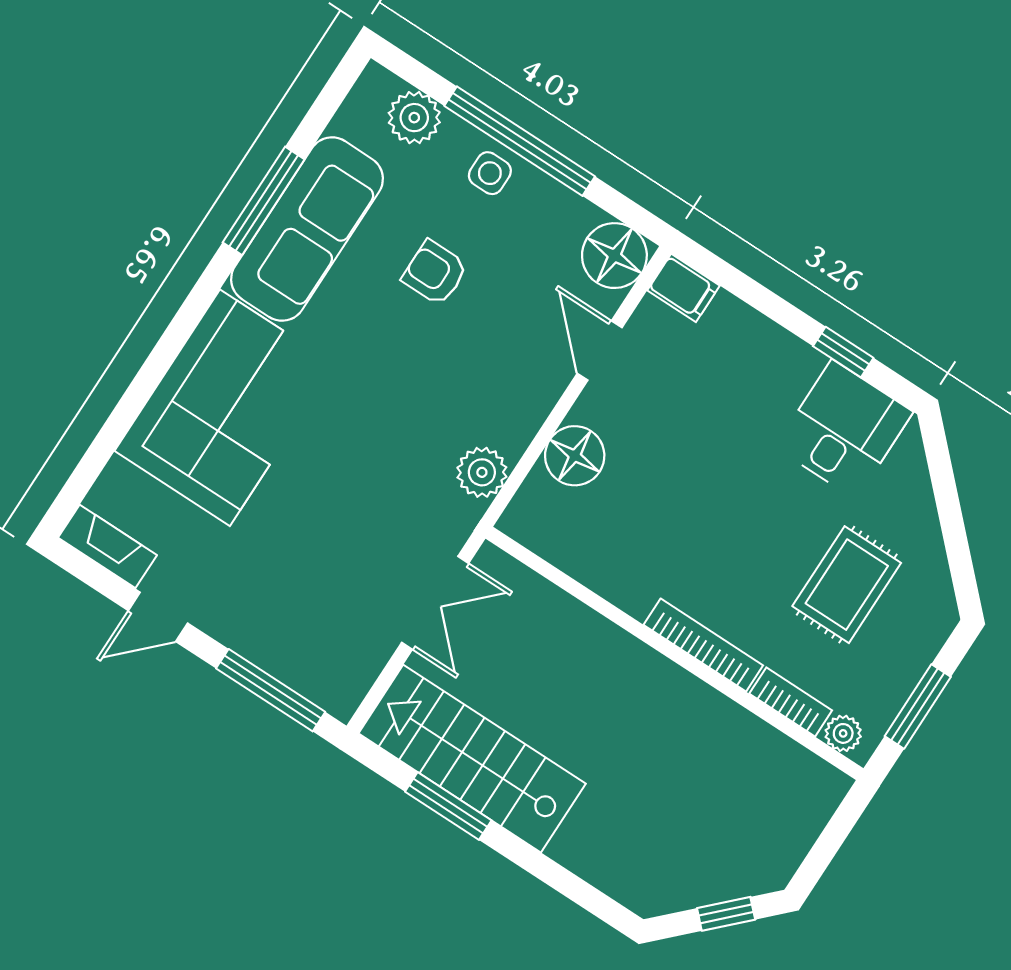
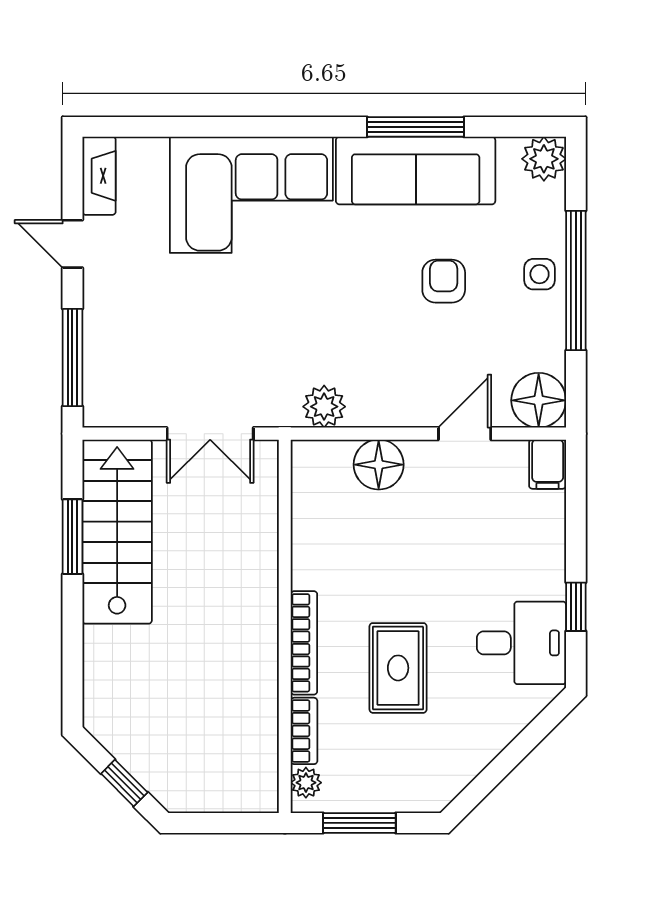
plant: (414, 118) -> (544, 159), moved
rug: (847, 585) -> (398, 668), moved, turned 90

